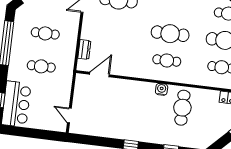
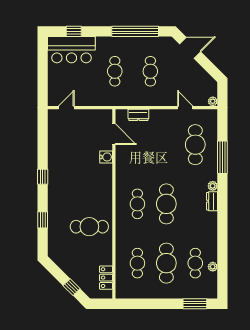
water cooler: (162, 89) -> (106, 157), moved

